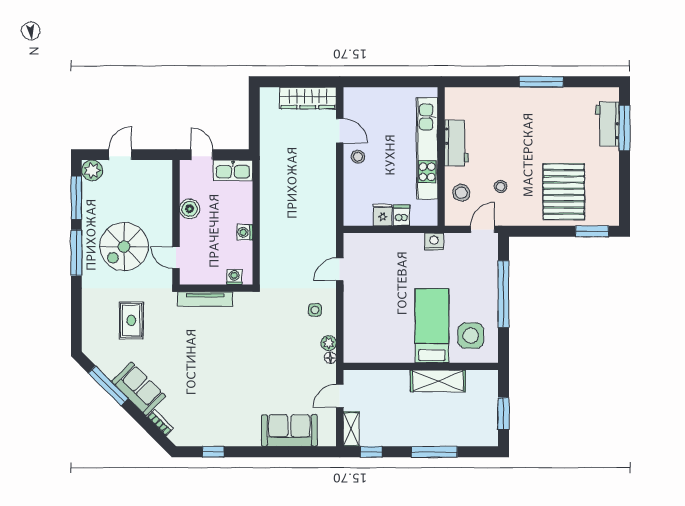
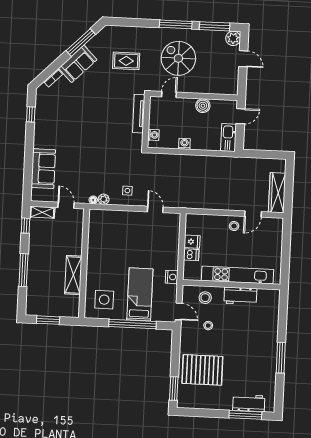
bed: (432, 326) -> (140, 294), moved, turned -90

